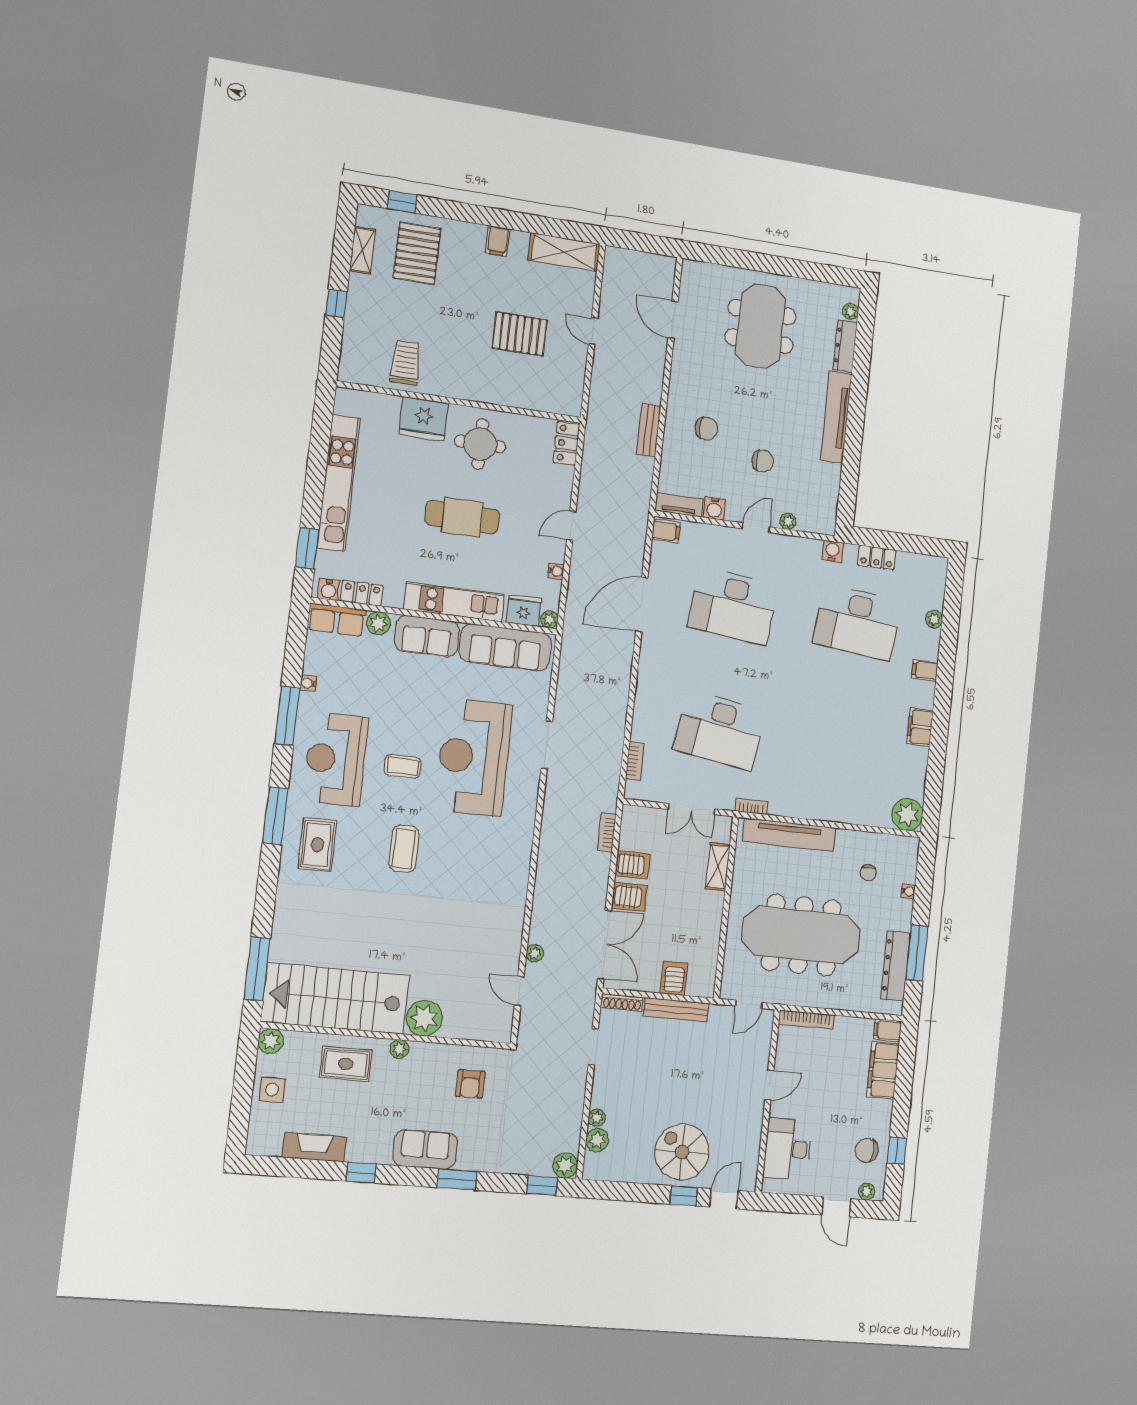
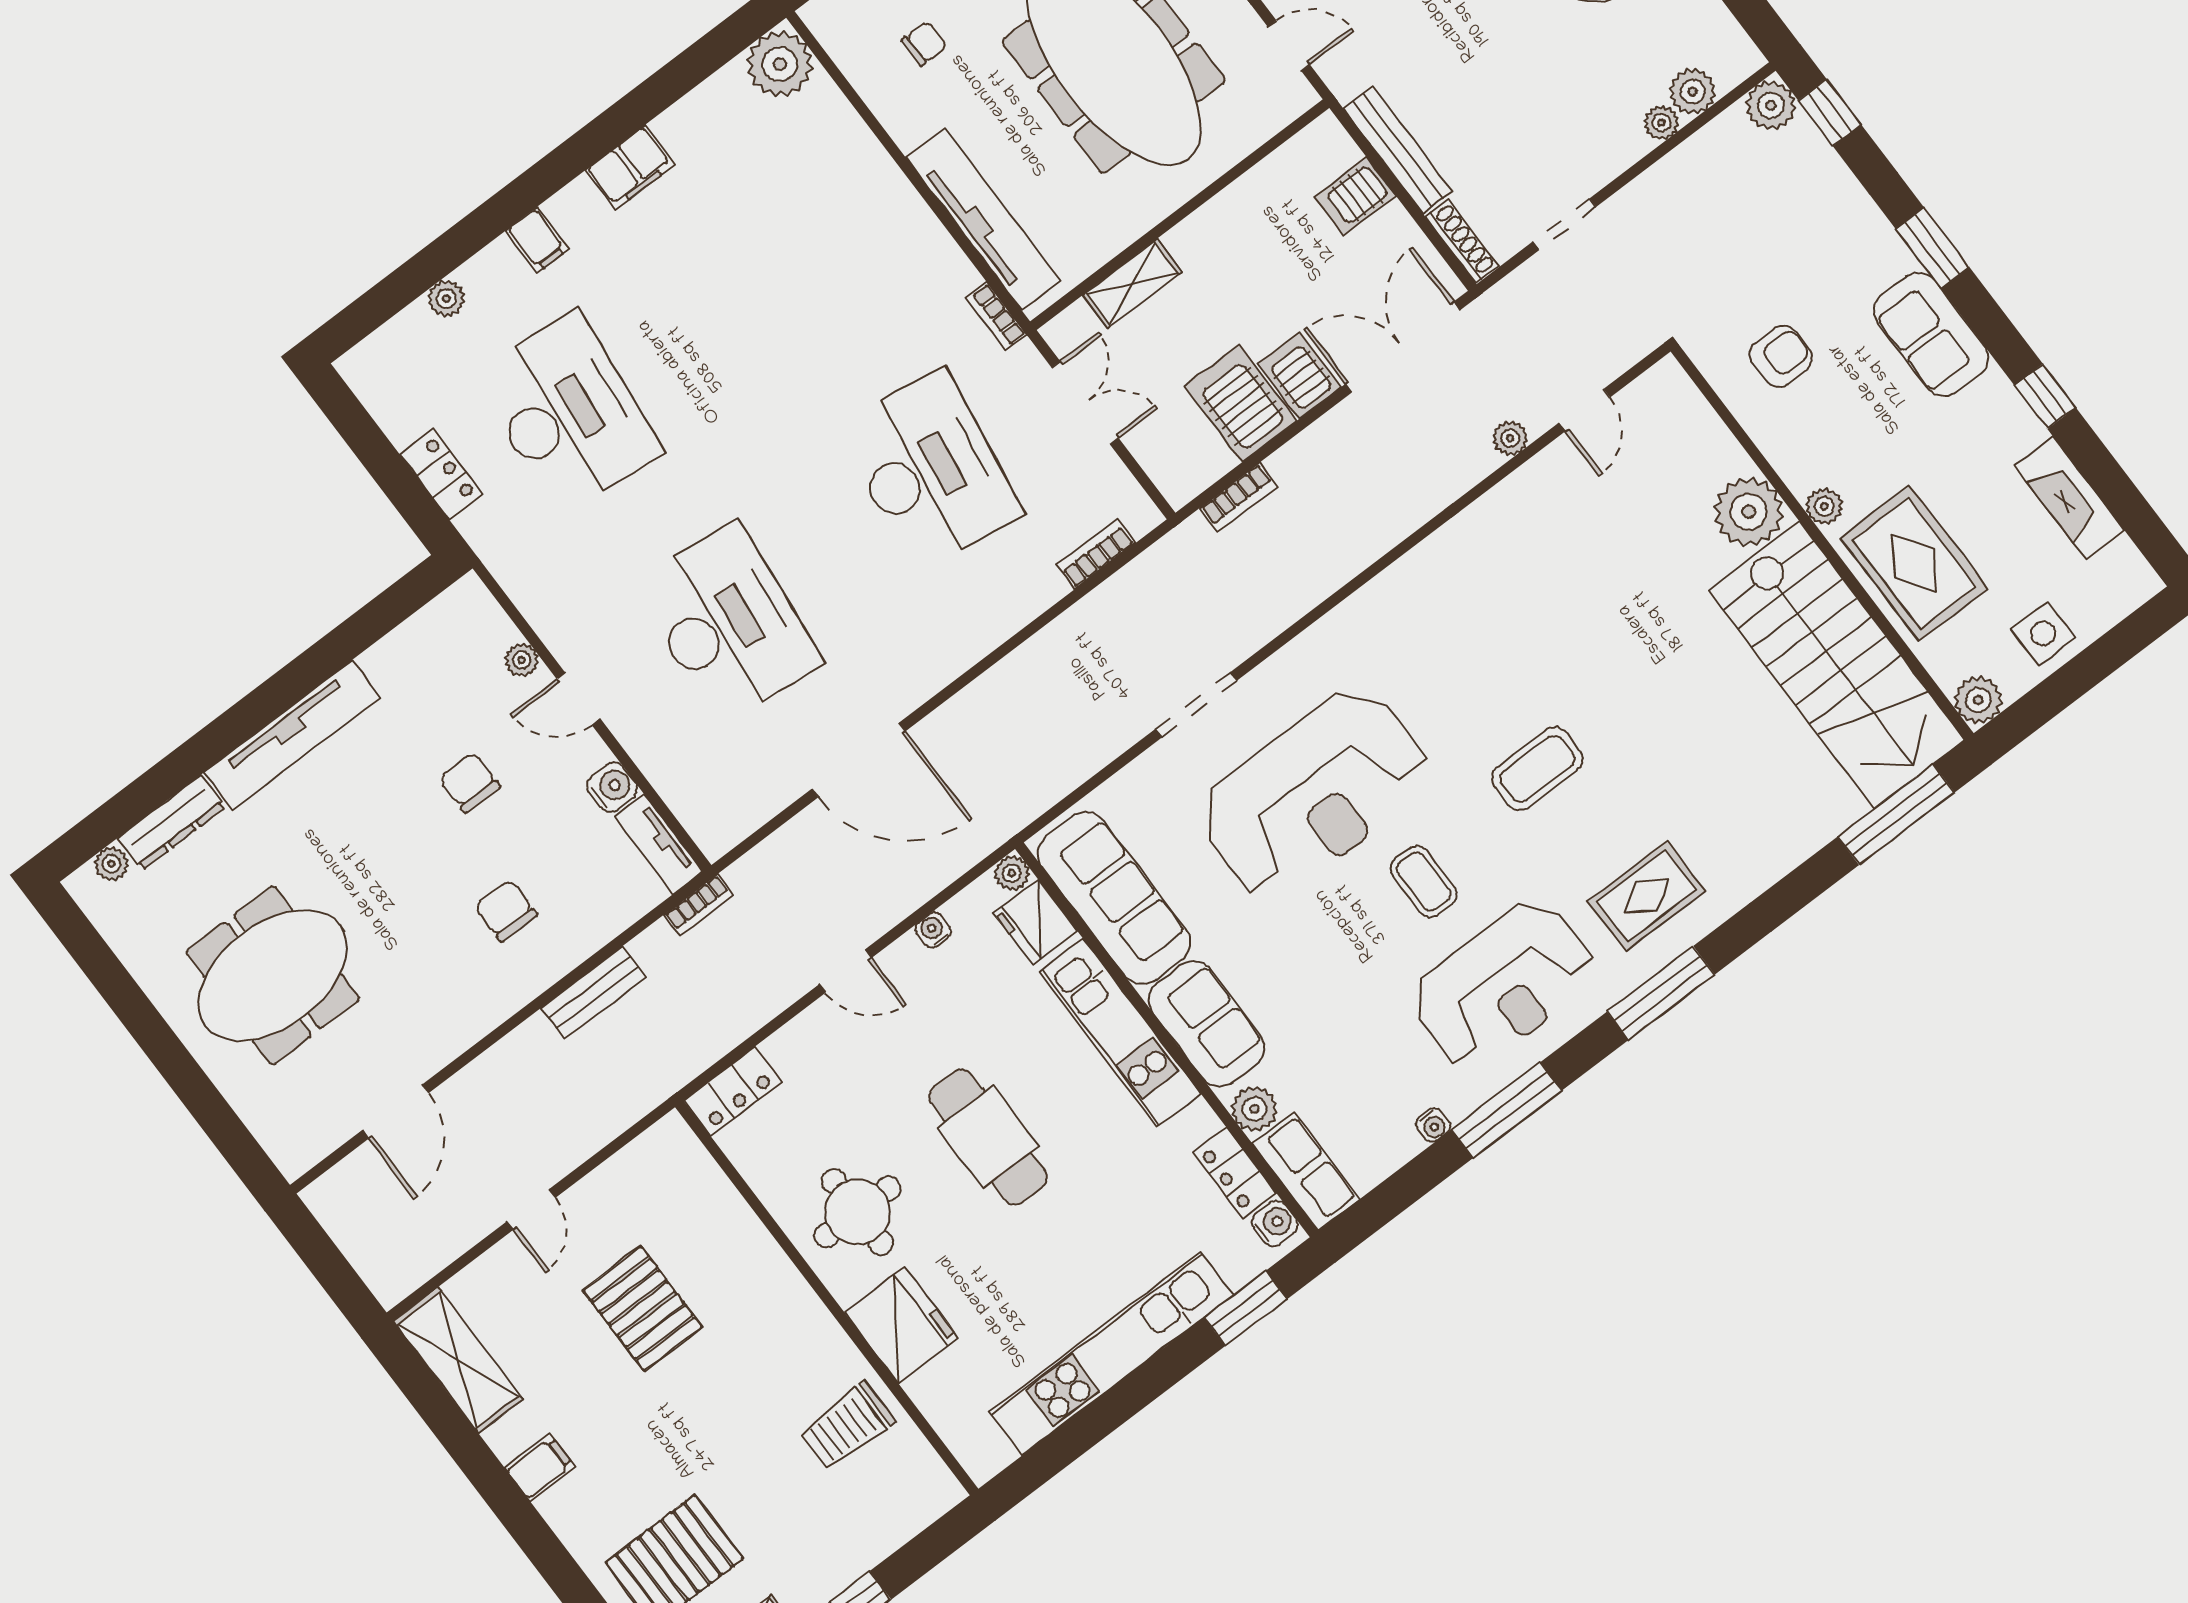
bookcase: (644, 497) -> (699, 905), added
filing cabinet: (666, 531) -> (716, 827), removed
water cooler: (833, 551) -> (498, 551), removed
server rack: (632, 865) -> (1241, 403), width x1.36, depth x1.44
rug: (346, 1064) -> (1914, 563), width x1.36, depth x1.43

